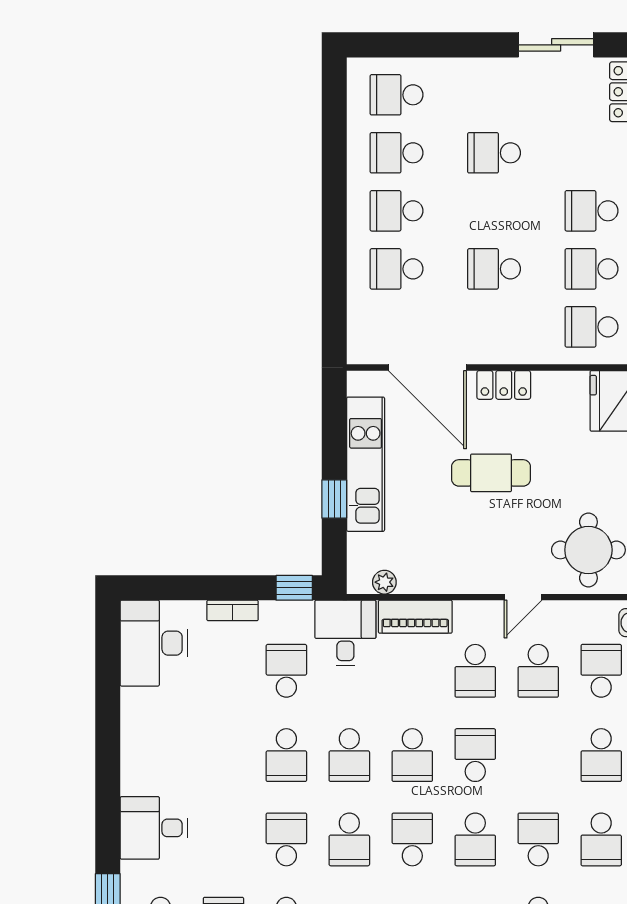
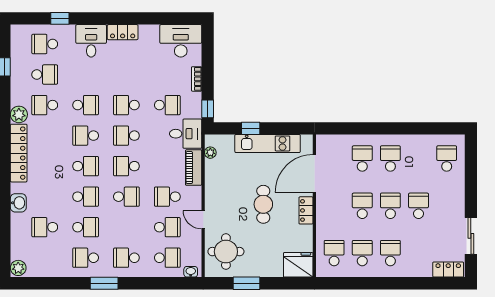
school desk: (397, 153) -> (390, 206), moved
school desk: (538, 671) -> (167, 227), turned 180
locker: (136, 763) -> (123, 32), added
school desk: (475, 839) -> (86, 197), turned 180

